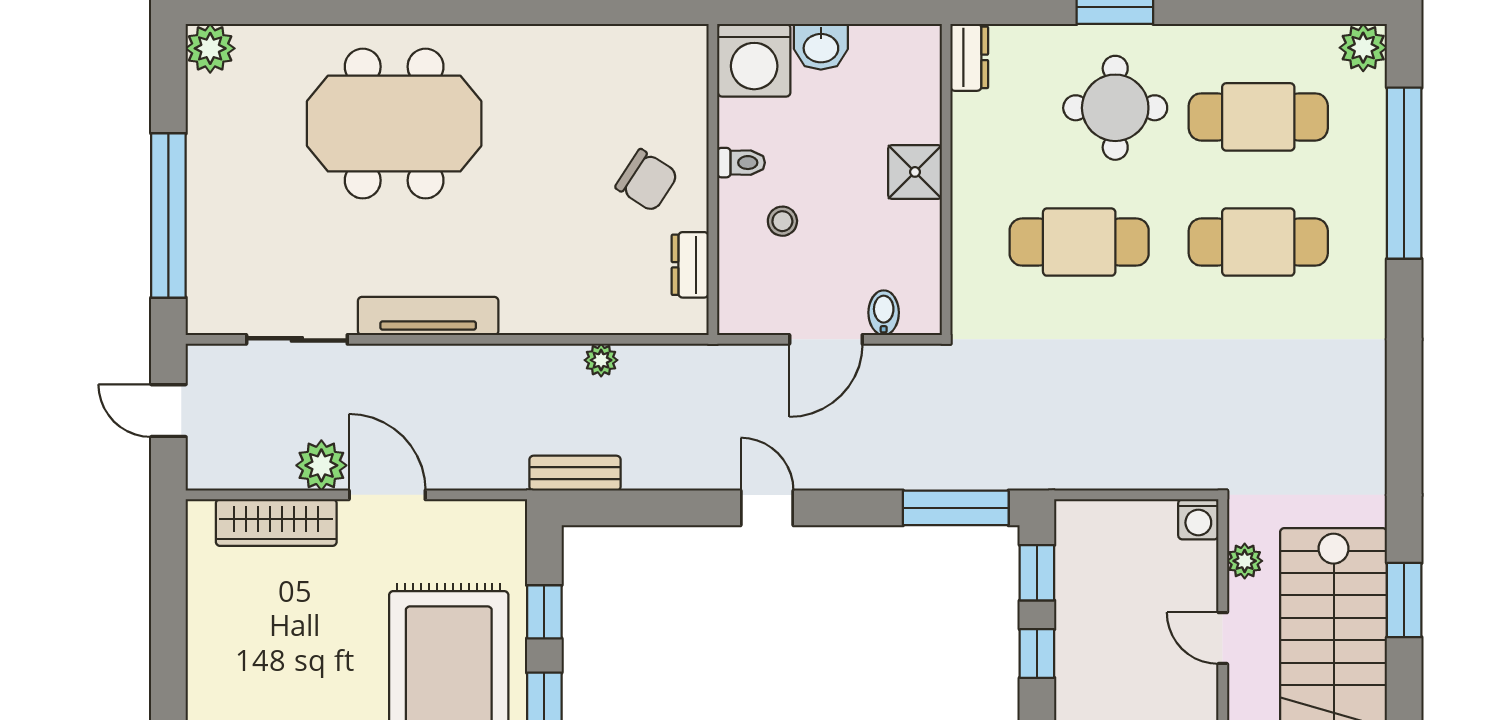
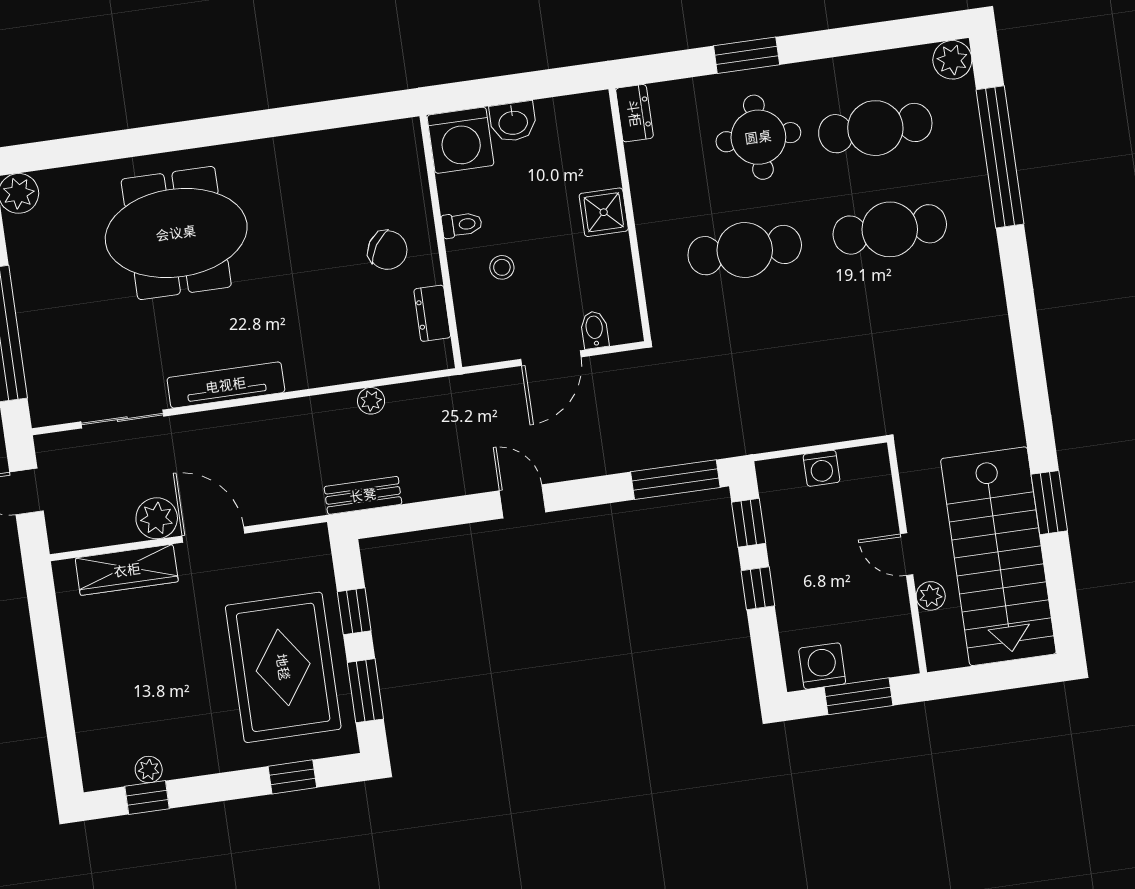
washing machine: (1198, 519) -> (821, 468), moved
plant: (1245, 561) -> (931, 596), moved

